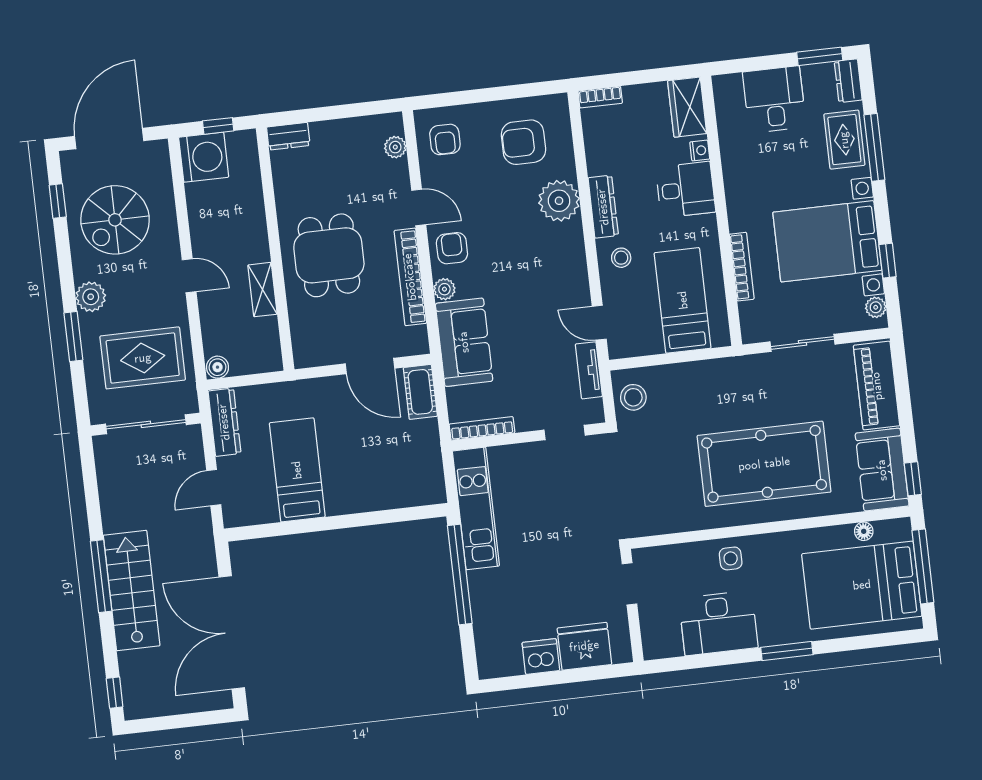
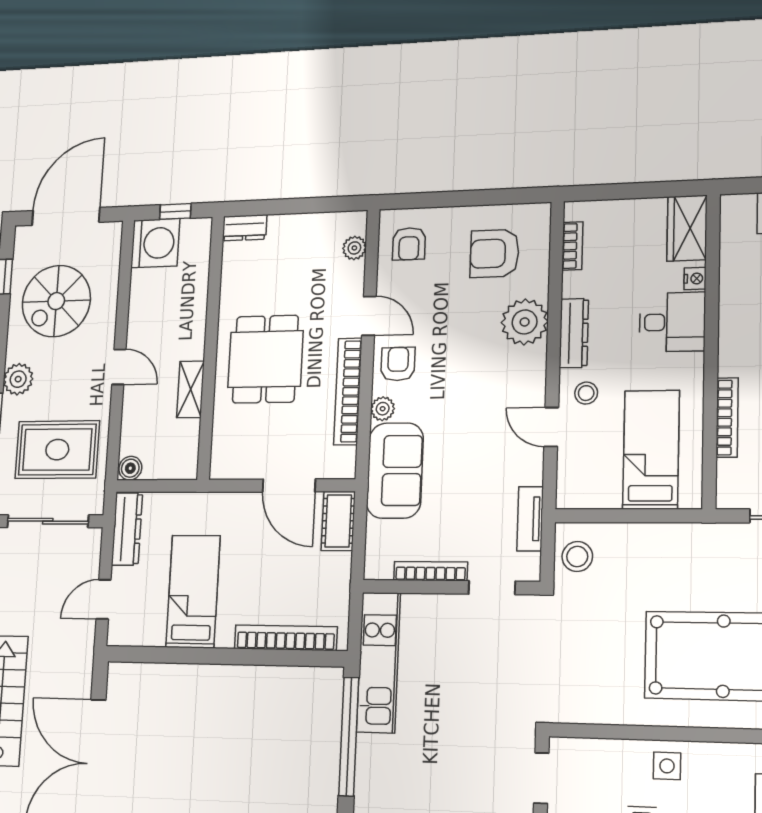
bookcase: (600, 97) -> (572, 246), moved, turned -90
door: (599, 323) -> (551, 427), moved
bookcase: (482, 428) -> (431, 571), moved
bookcase: (390, 499) -> (286, 638), added

